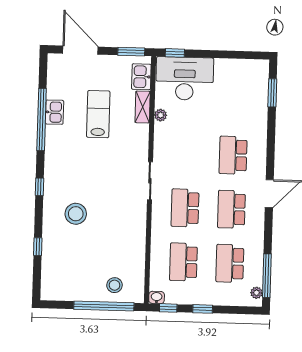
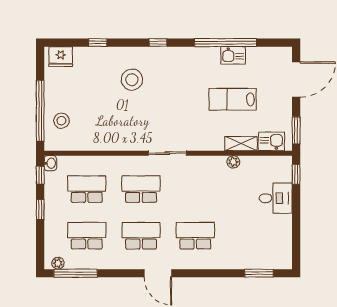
desk: (185, 79) -> (276, 198), width x0.53, depth x0.77
lab bench: (98, 114) -> (232, 99), turned 180
fridge: (51, 284) -> (61, 57), added

